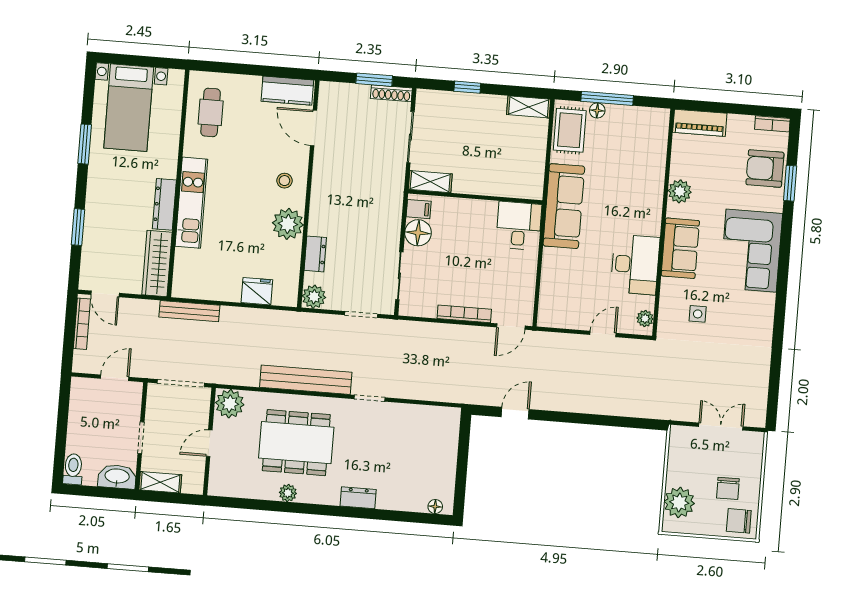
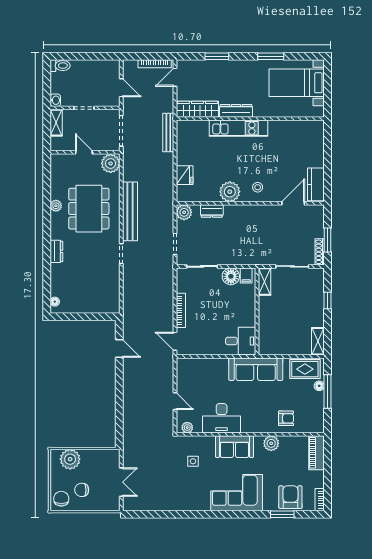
cafe table: (211, 112) -> (298, 136), removed
armchair: (643, 166) -> (286, 418), added
washbasin: (117, 477) -> (55, 100), width x0.52, depth x0.69

